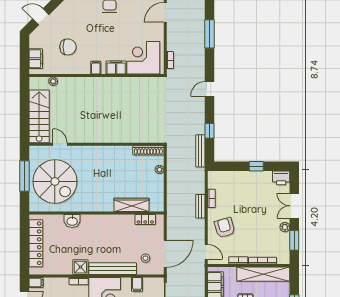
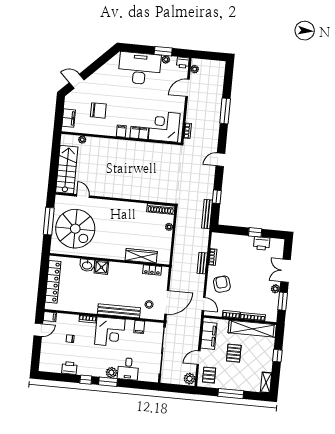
printer: (281, 178) -> (262, 243), moved
shower: (80, 267) -> (101, 267), moved

